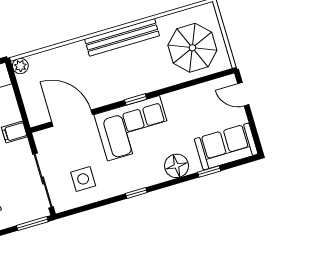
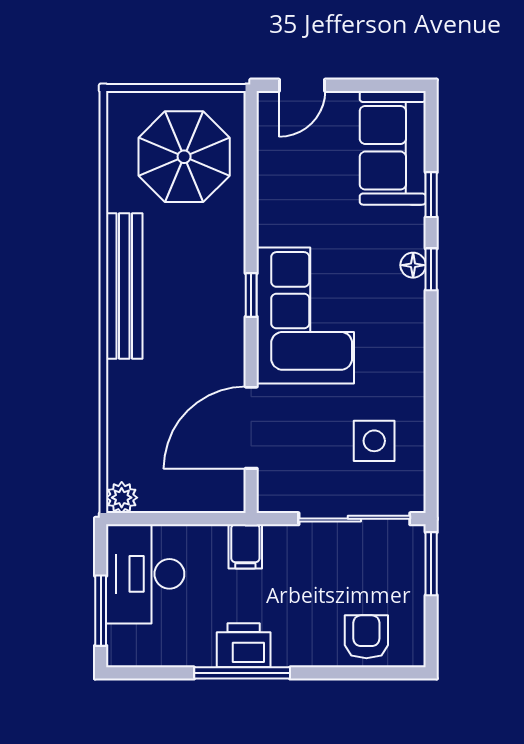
floor lamp: (177, 166) -> (413, 265), width x0.53, depth x0.53
window: (136, 193) -> (431, 269), moved

